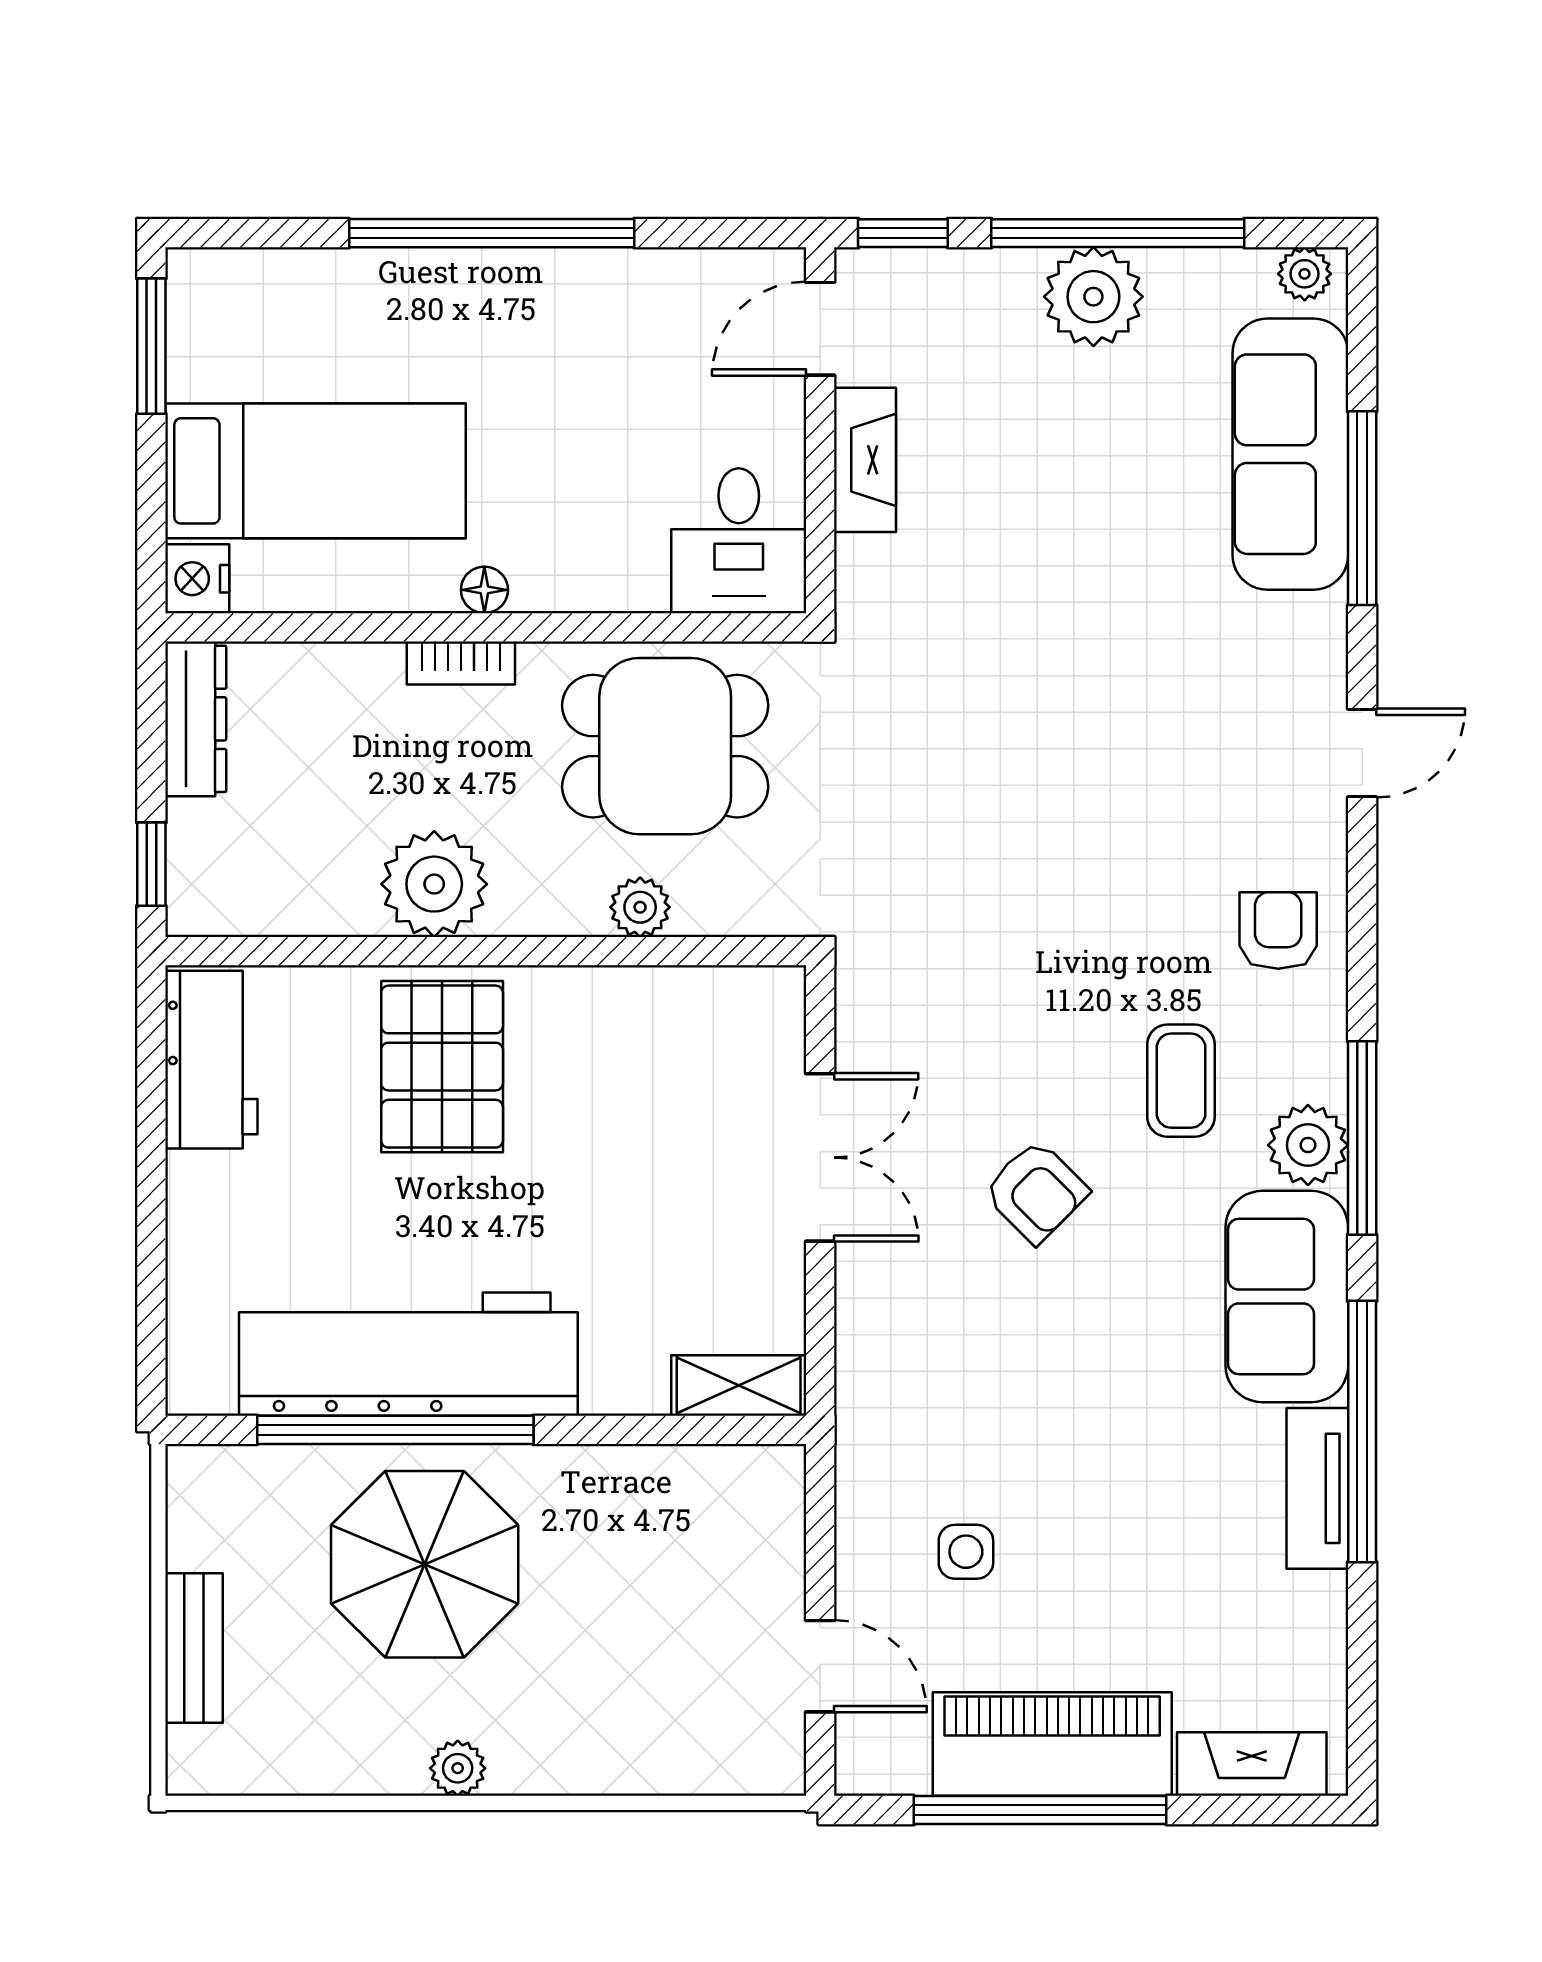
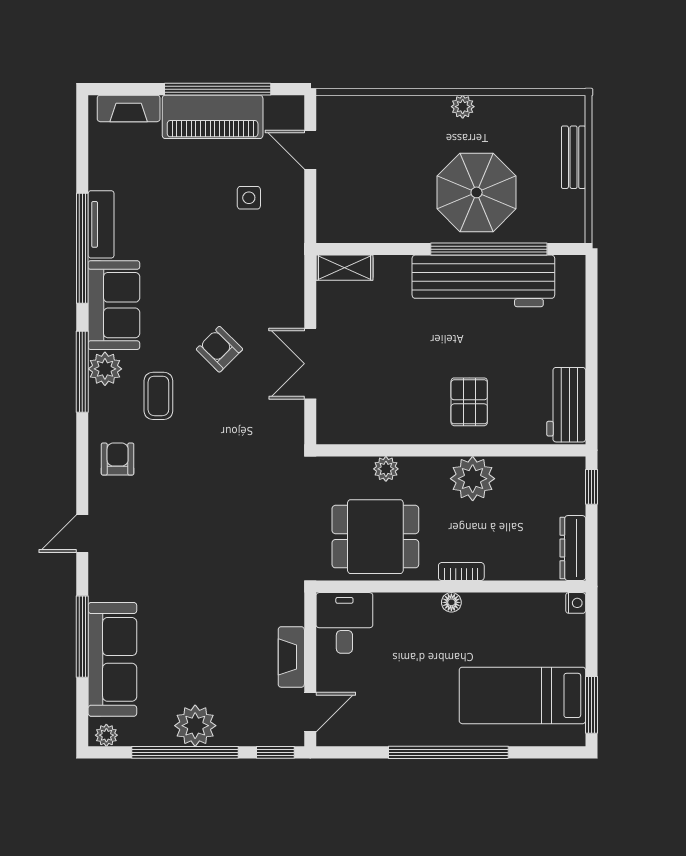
bed: (316, 471) -> (522, 695), moved
nightstand: (197, 579) -> (576, 603), width x0.72, depth x0.74
armchair: (1278, 931) -> (118, 459), turned 180
pallet: (442, 1067) -> (469, 402), width x0.67, depth x0.71

